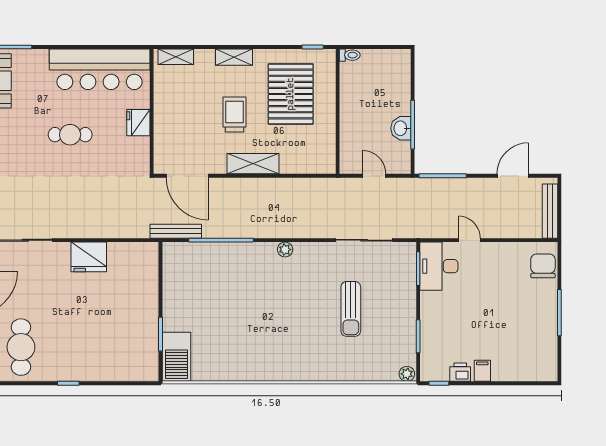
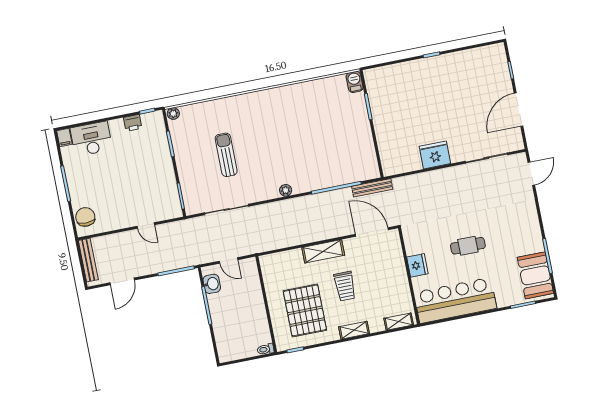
washbasin: (401, 128) -> (212, 284), moved
desk: (439, 266) -> (91, 139), moved, turned -90
chair: (543, 266) -> (85, 217), turned 180
cafe table: (21, 347) -> (473, 75), removed
barbecue: (176, 357) -> (355, 82), width x0.53, depth x0.65
filing cabinet: (482, 371) -> (64, 137), moved

